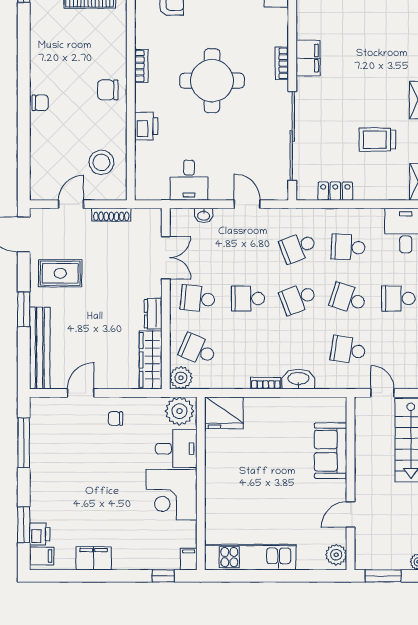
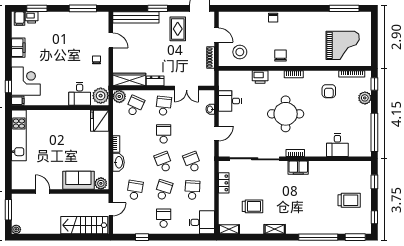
trolley: (377, 140) -> (253, 206), turned 90
corner desk: (171, 495) -> (26, 81), moved, turned 90
plant: (336, 555) -> (101, 183), moved

